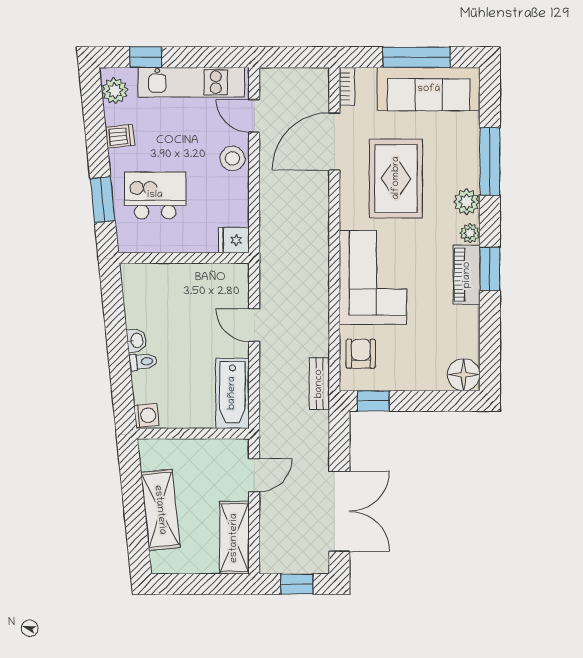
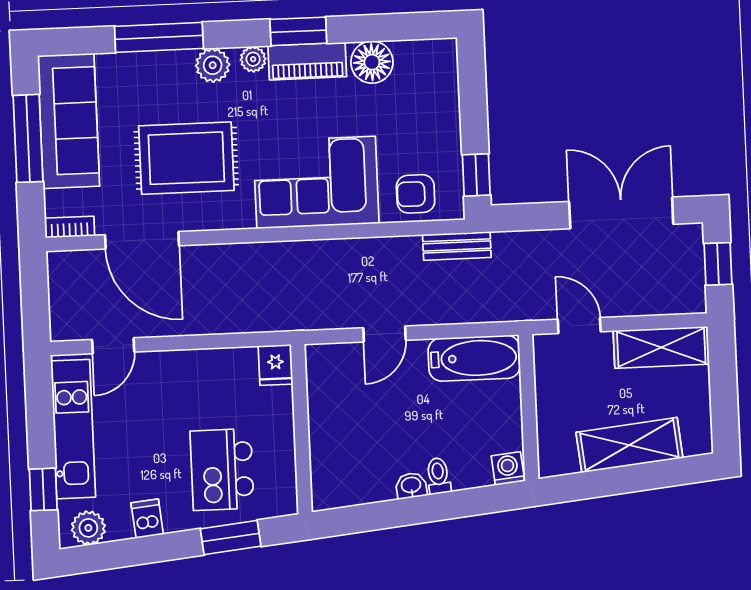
stool: (232, 158) -> (170, 371), removed
floor lamp: (464, 375) -> (372, 62), moved

